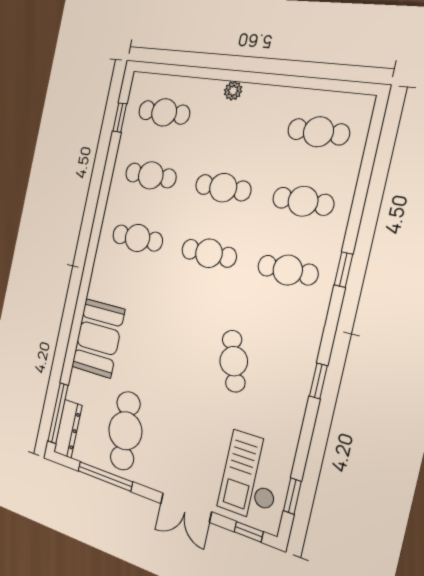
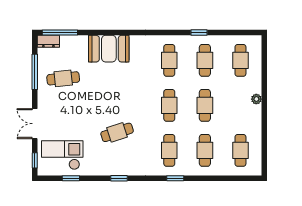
window: (120, 118) -> (199, 32), moved
dresser: (68, 429) -> (48, 41), width x0.70
cafe table: (125, 431) -> (63, 78), width x0.73, depth x0.74
window: (292, 496) -> (71, 178), moved

